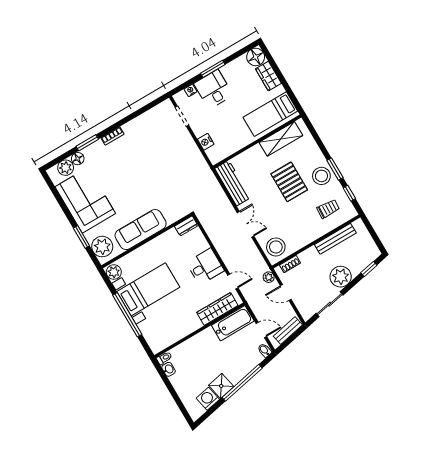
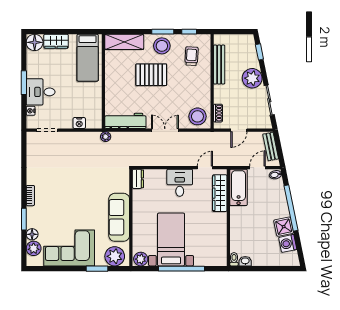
shelving: (281, 139) -> (124, 42), moved, turned 90
plant: (269, 277) -> (106, 137), moved

